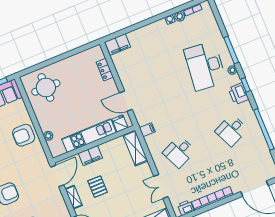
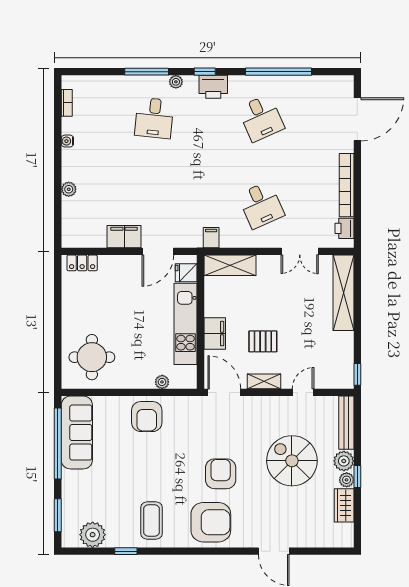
plant: (180, 16) -> (69, 189), moved
filing cabinet: (118, 44) -> (124, 237), moved, turned -90
desk: (205, 66) -> (154, 118), width x0.53, depth x0.77
locker: (105, 70) -> (82, 263), moved

